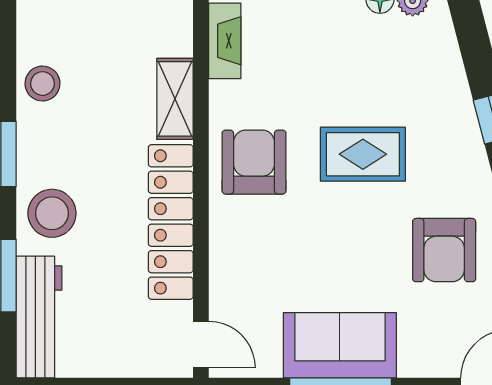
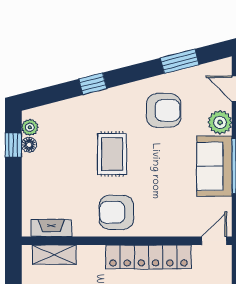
shelving: (175, 99) -> (54, 255), moved
plant: (422, 355) -> (220, 122), added

